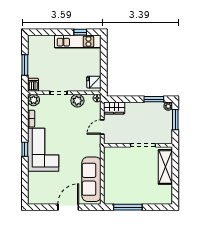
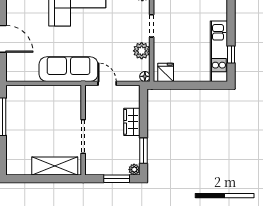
wardrobe: (114, 108) -> (132, 122), moved
sofa: (91, 179) -> (68, 69), moved

